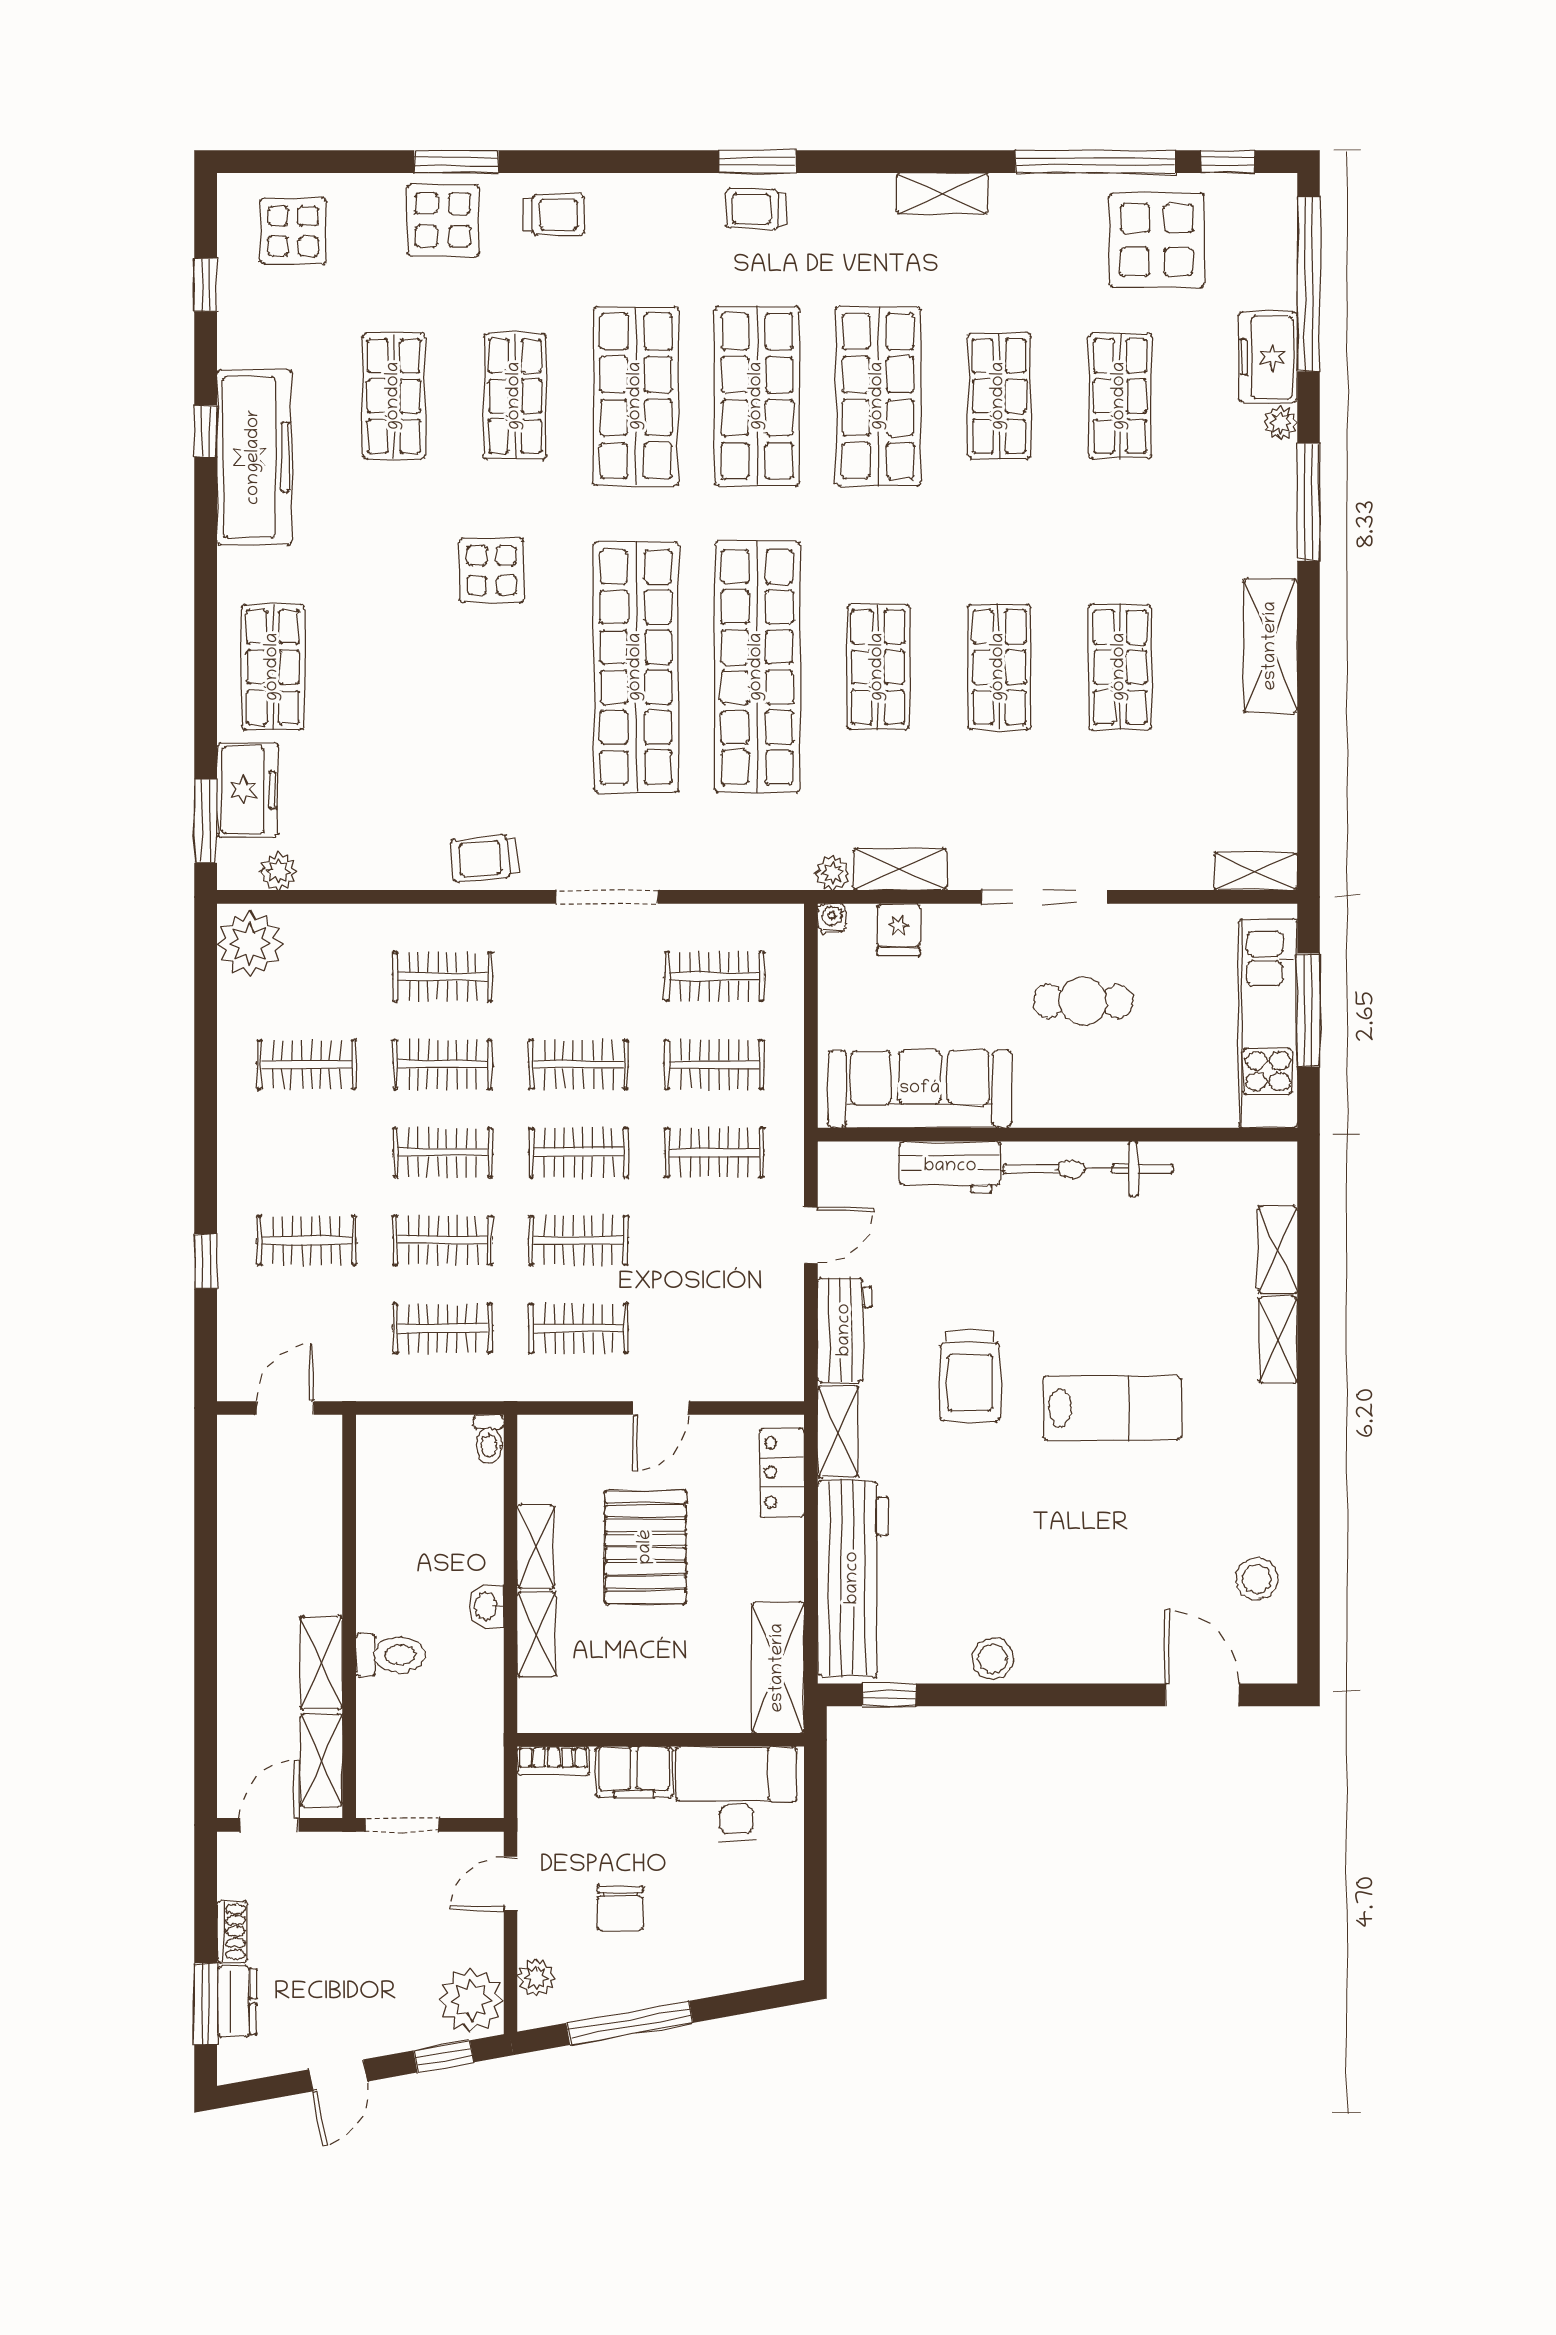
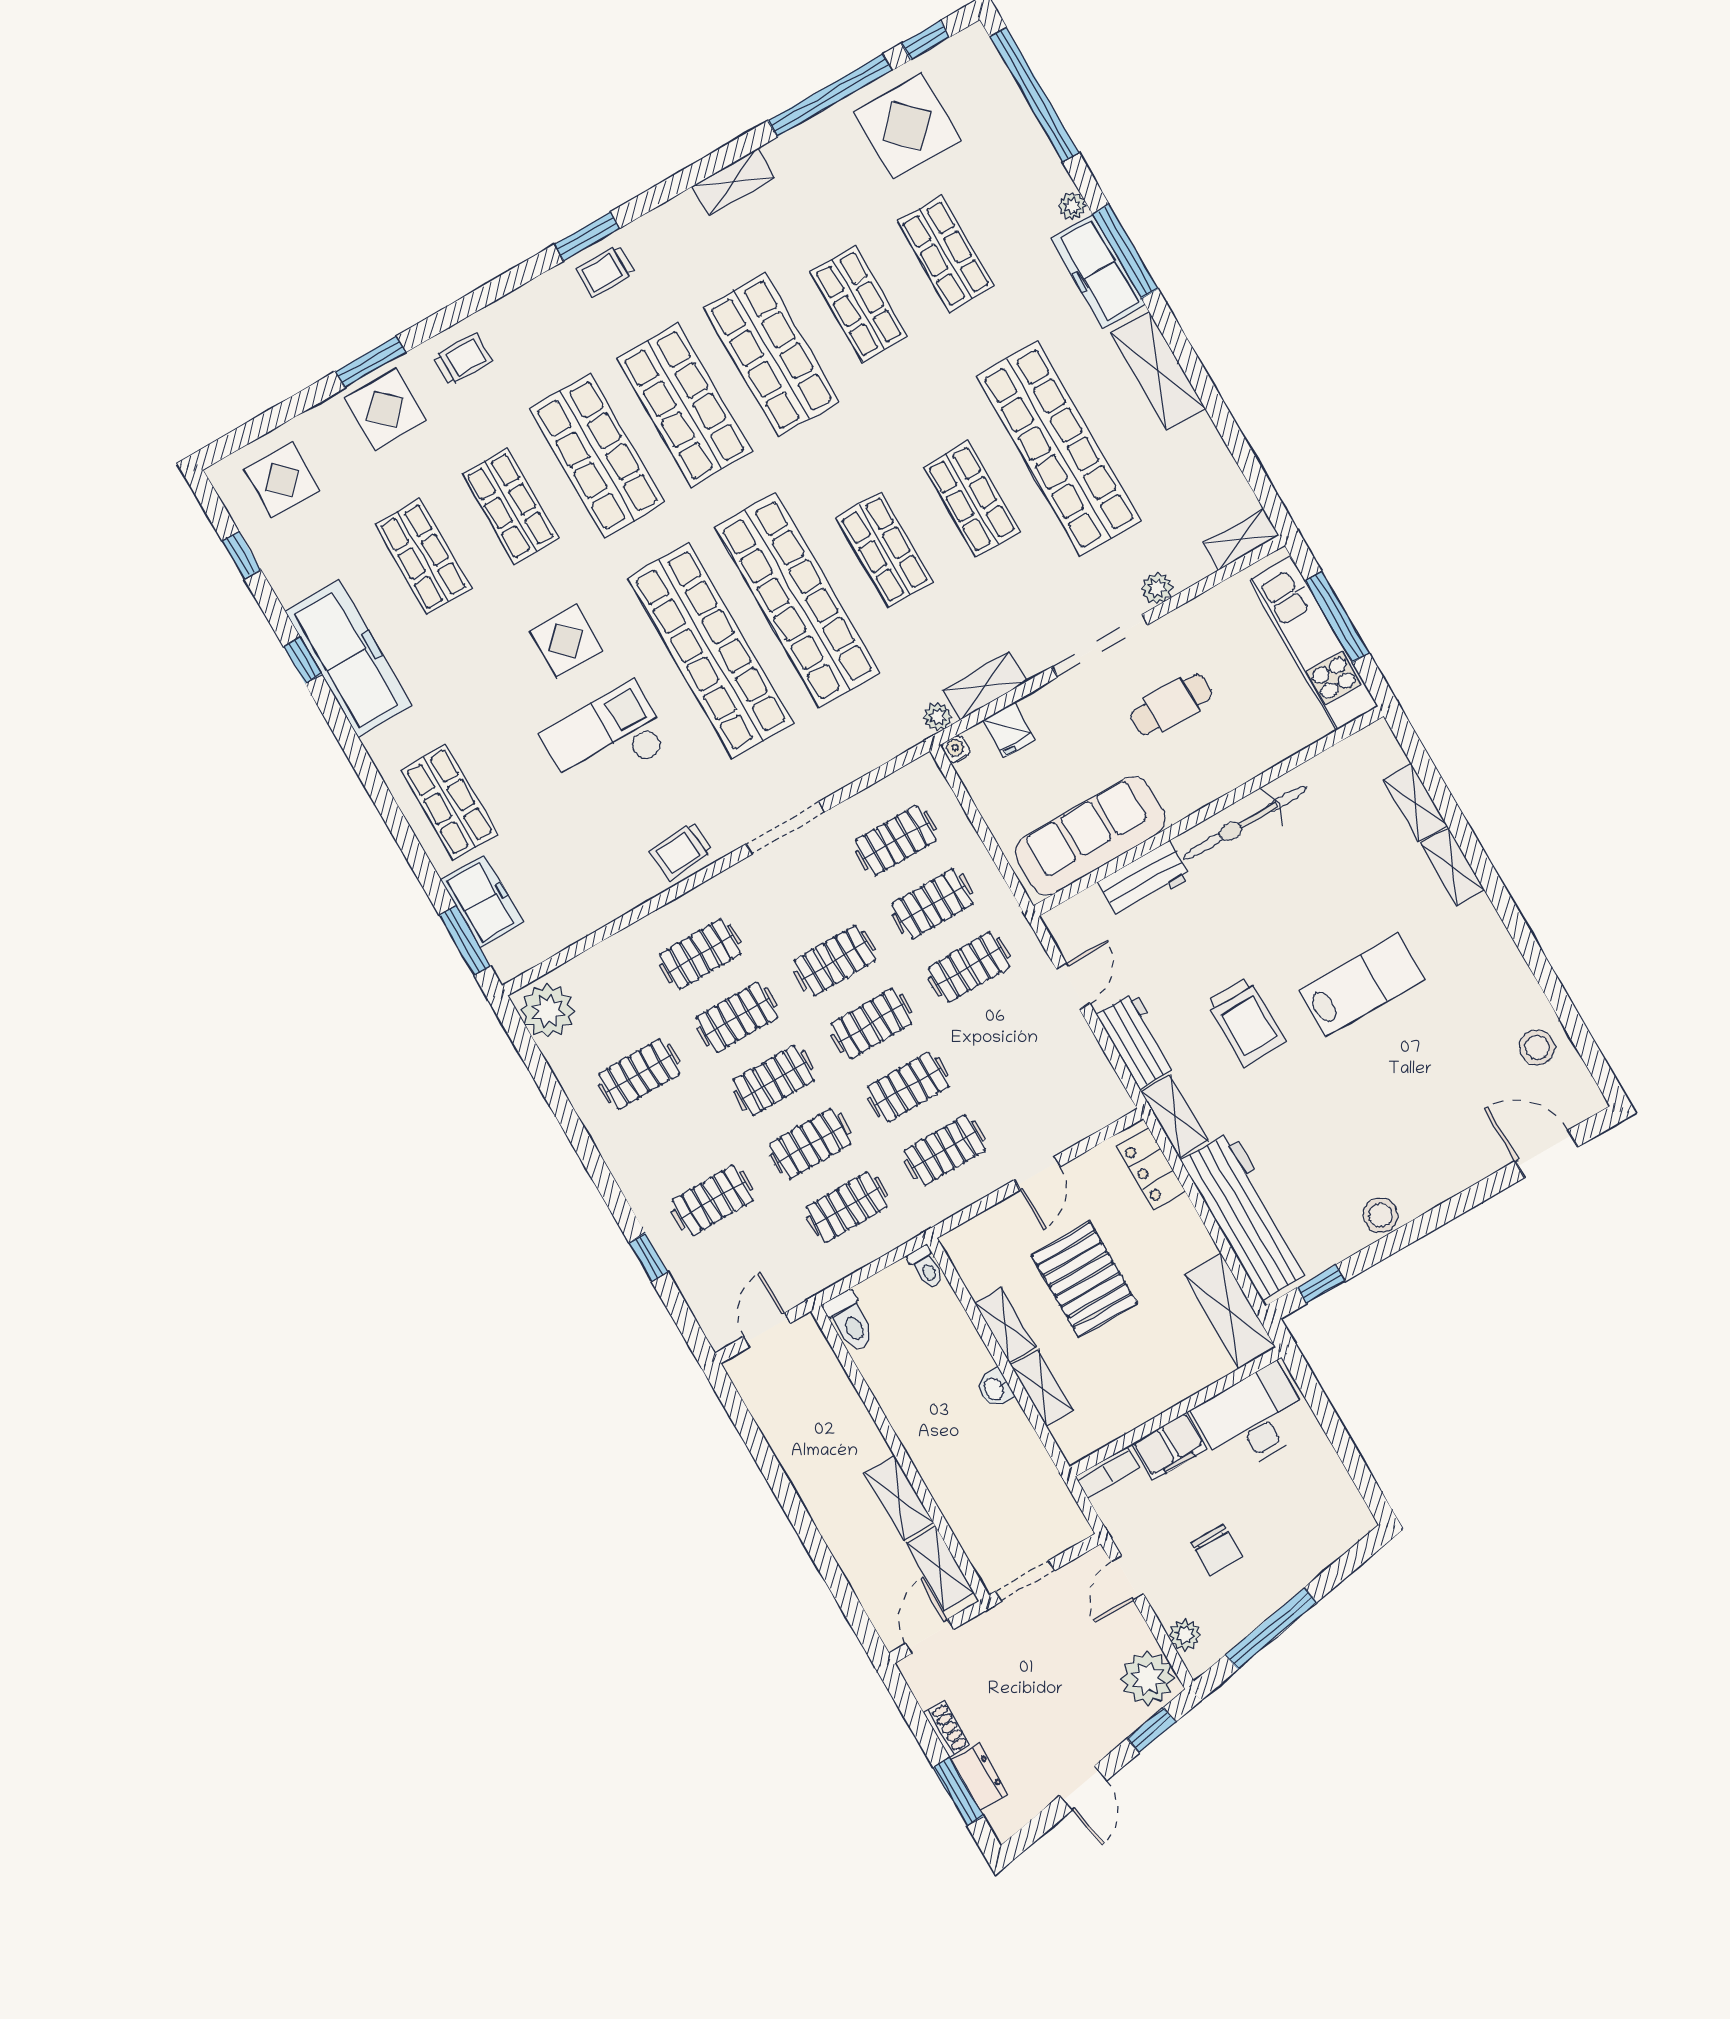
freezer: (1268, 357) -> (1098, 271), moved, width x1.40
shop shelf: (1120, 667) -> (1059, 449), width x2.00, depth x1.36
checkout: (473, 696) -> (606, 739), added
plant: (278, 871) -> (1157, 588), moved
toilet: (390, 1655) -> (850, 1321), moved, turned 90

